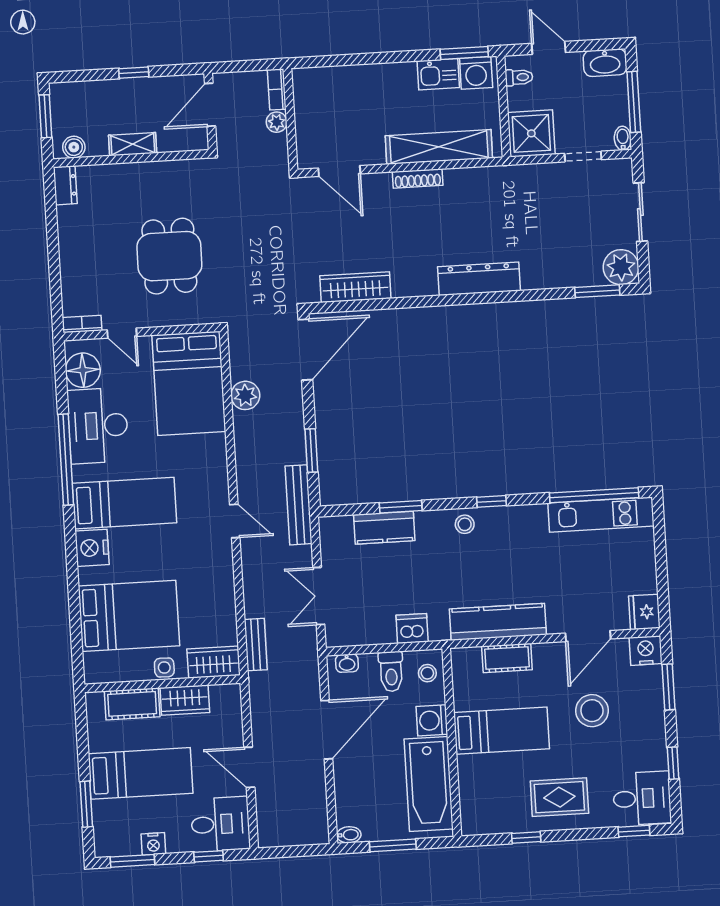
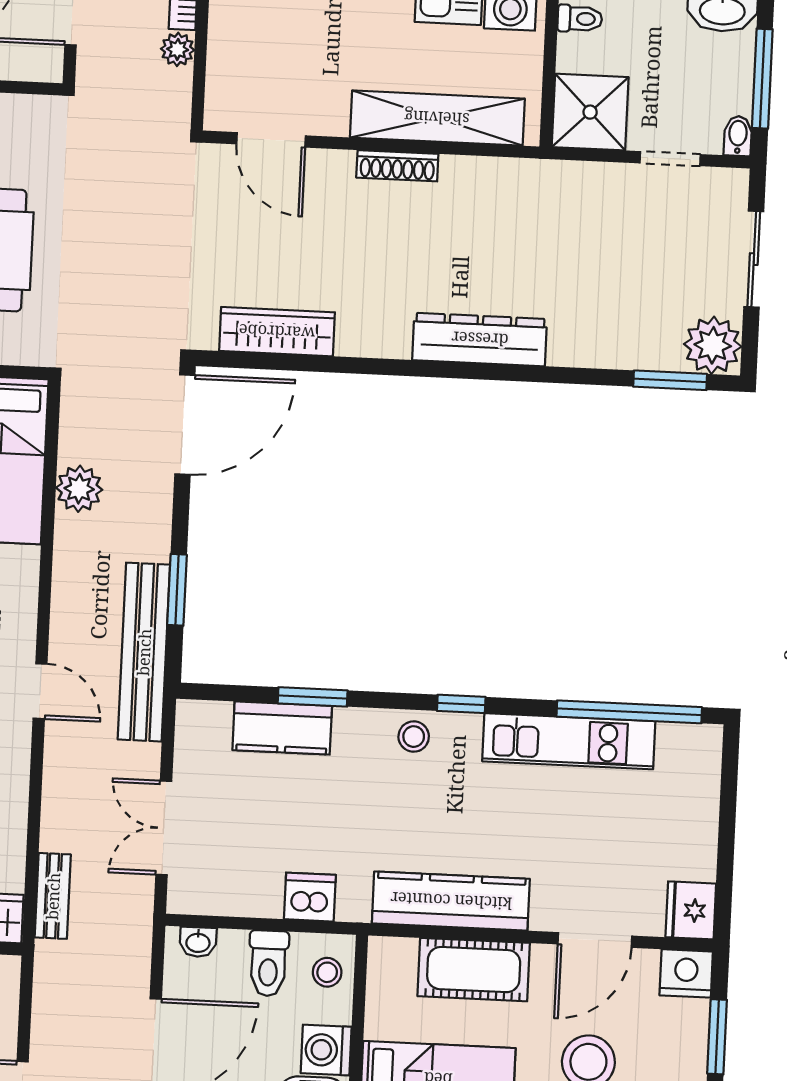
bench: (299, 505) -> (144, 652), width x1.37, depth x1.21
kitchen unit: (601, 515) -> (569, 741), moved
cot: (507, 658) -> (474, 970), width x1.37, depth x1.34

